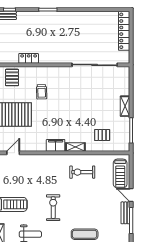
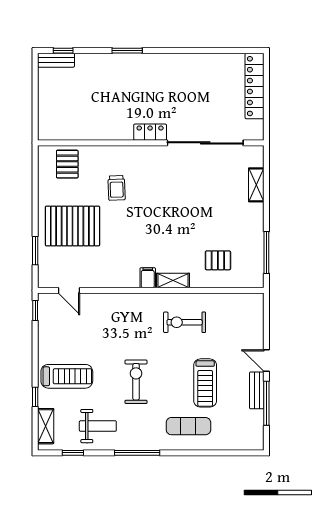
locker: (29, 58) -> (150, 132), moved
shelving: (125, 106) -> (256, 185), moved
filing cabinet: (56, 145) -> (148, 278), width x0.50
door: (13, 153) -> (69, 290), swing flipped
treadmill: (120, 173) -> (205, 383), moved

